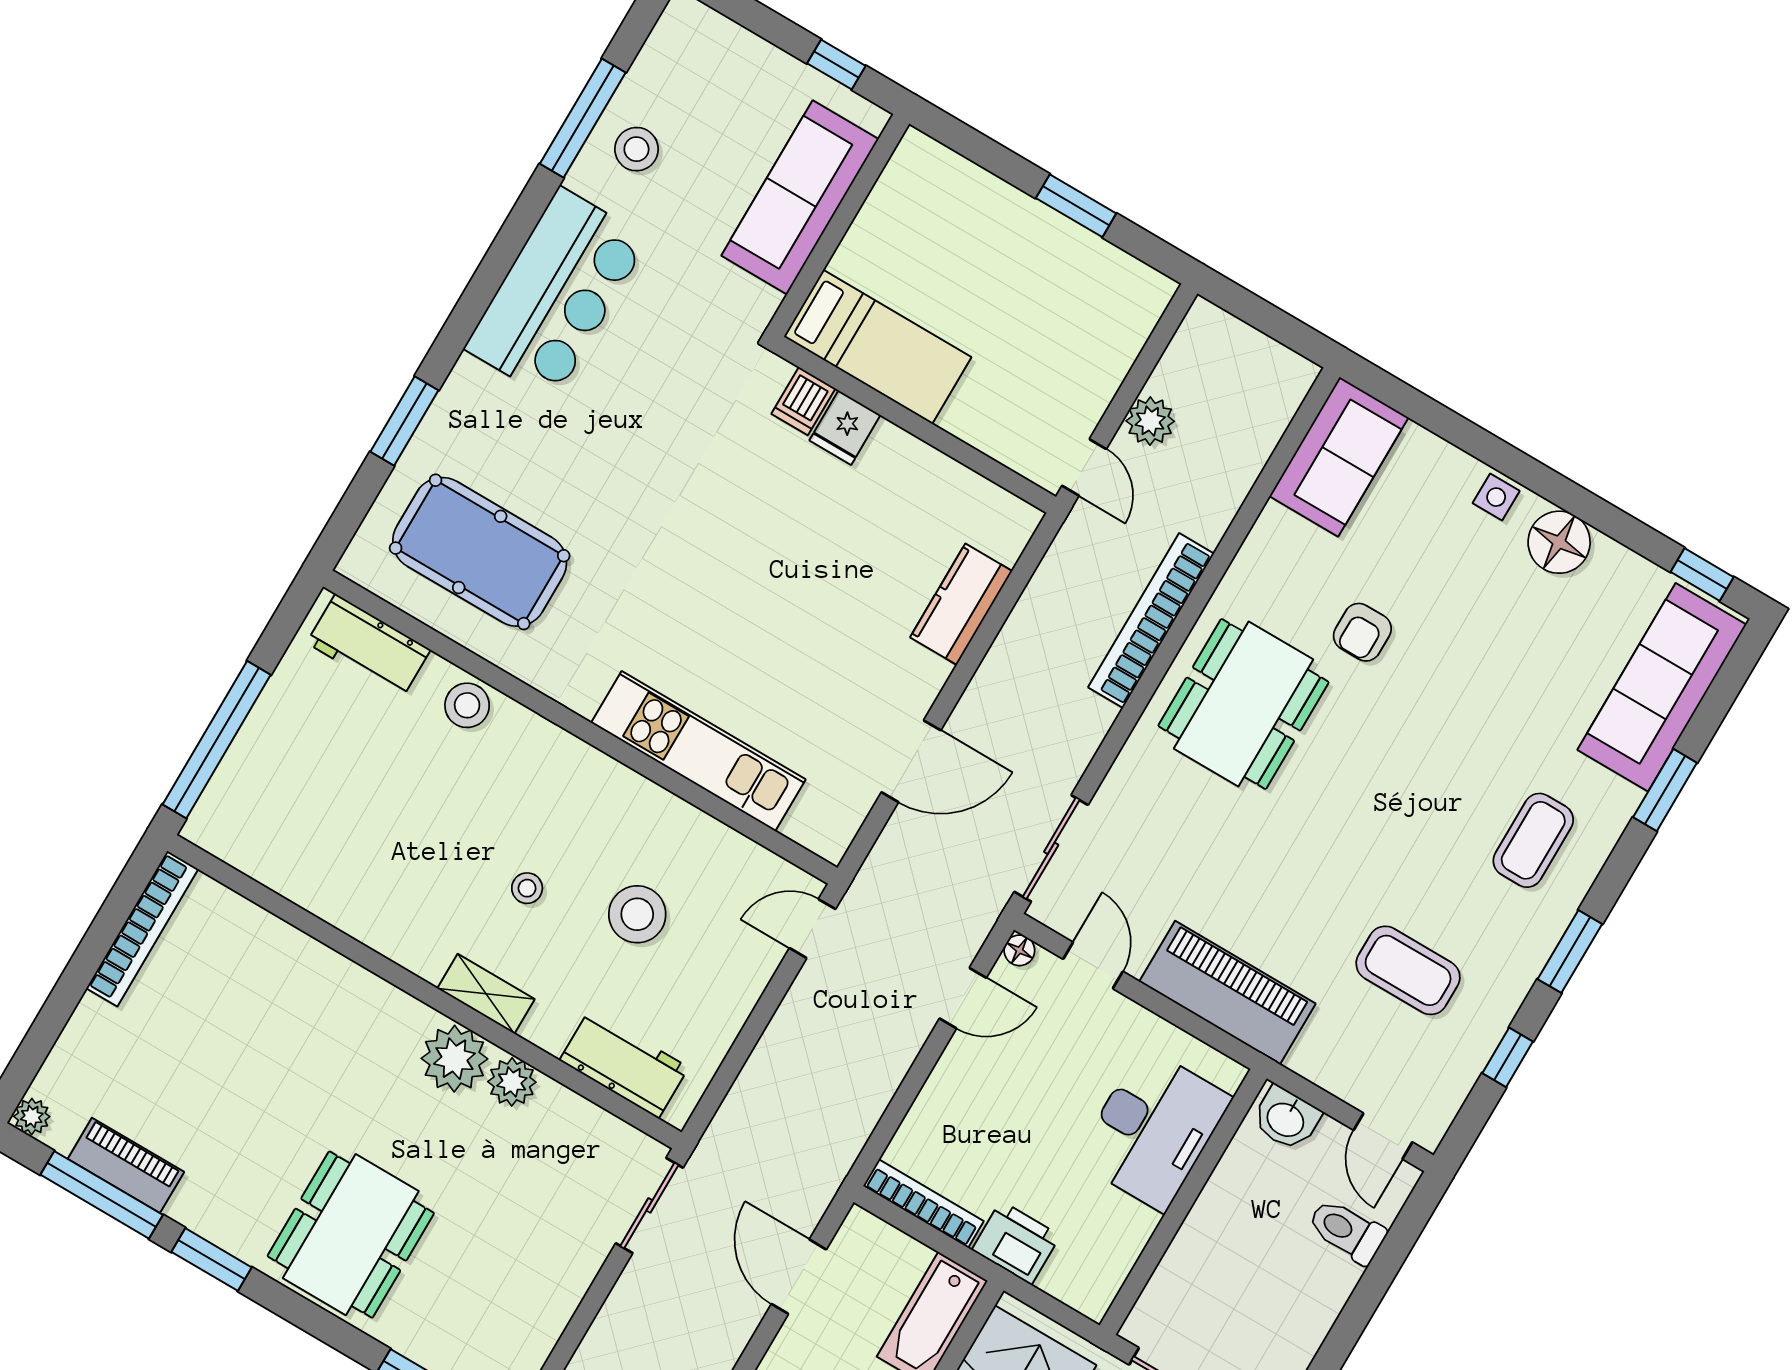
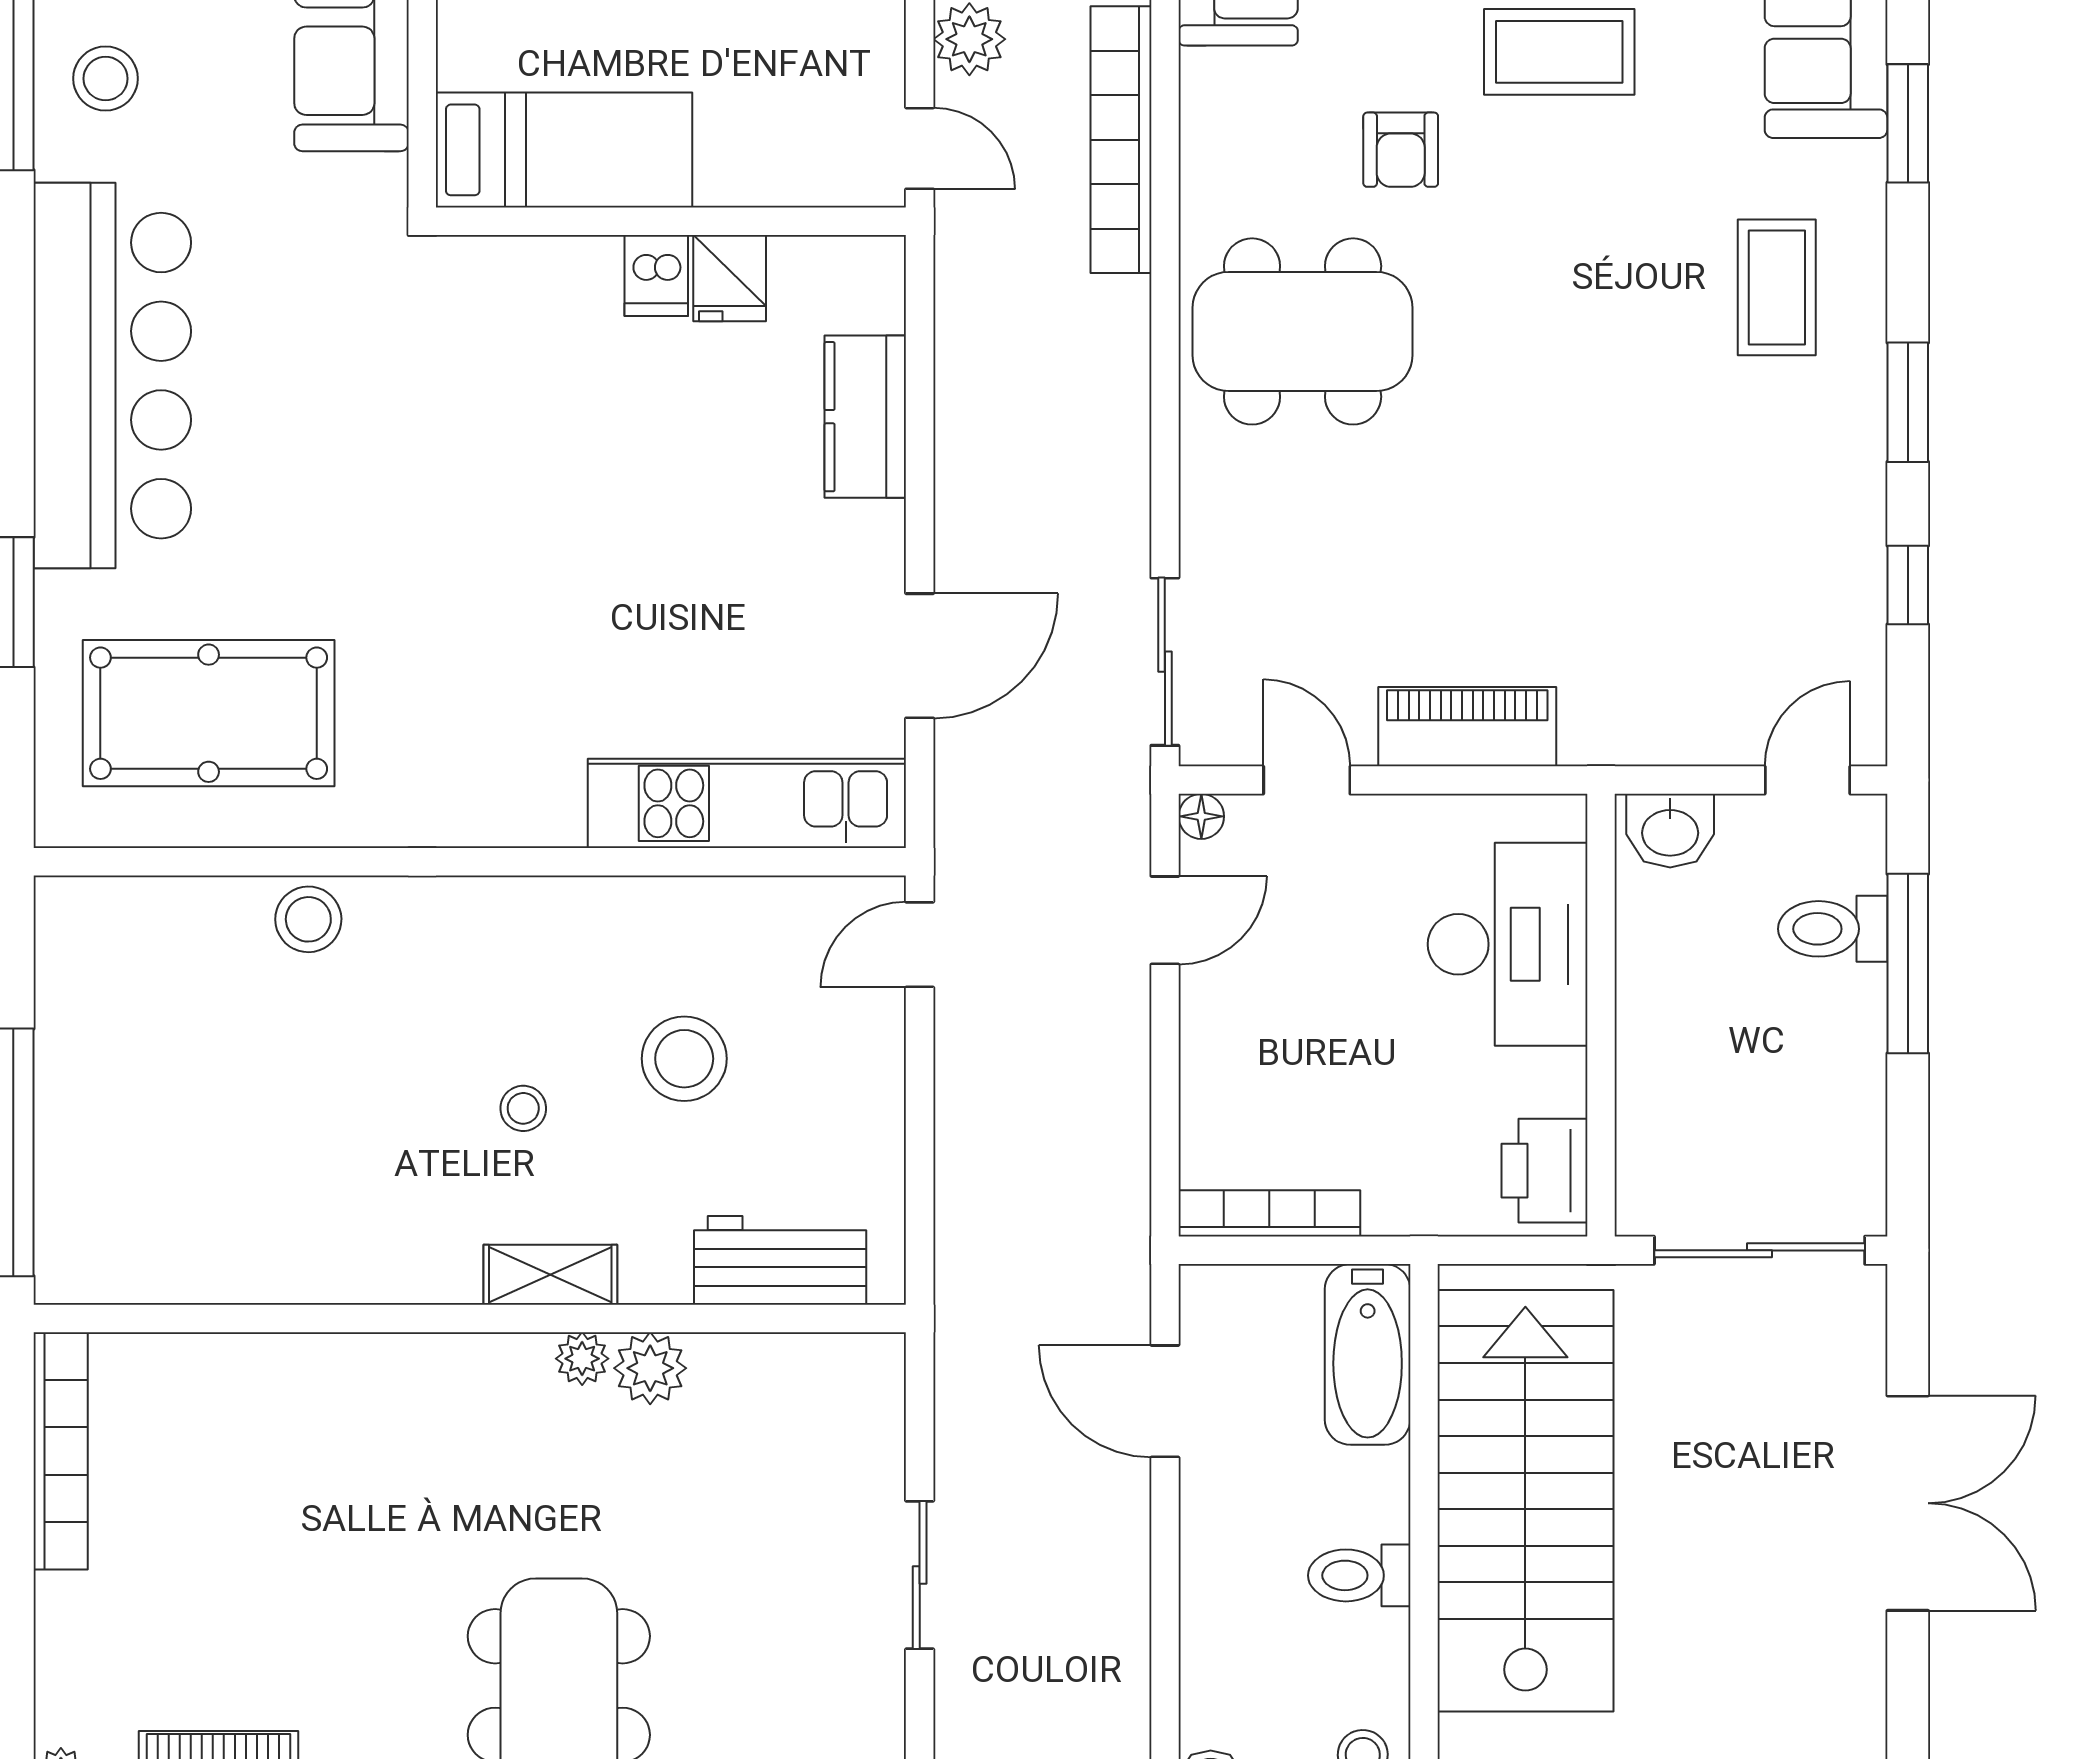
bar counter: (557, 294) -> (112, 376), width x1.36
dishwasher: (803, 401) -> (656, 276), moved
fridge: (845, 428) -> (730, 278), moved
bookcase: (1151, 621) -> (1121, 140), moved
workbench: (369, 646) -> (138, 918), removed
dining table: (1244, 704) -> (1303, 331), turned 90
kitchen unit: (698, 751) -> (747, 803), moved
coffee table: (1408, 970) -> (1559, 52), moved
piano: (1227, 993) -> (1467, 727), width x0.73, depth x0.75
plant: (454, 1059) -> (582, 1359), width x0.53, depth x0.53
door: (1383, 1136) -> (1807, 780), swing flipped
sliding door: (649, 1205) -> (920, 1575), moved
printer: (1016, 1243) -> (1544, 1171), moved, turned -90
window: (1378, 1277) -> (1908, 964), added

